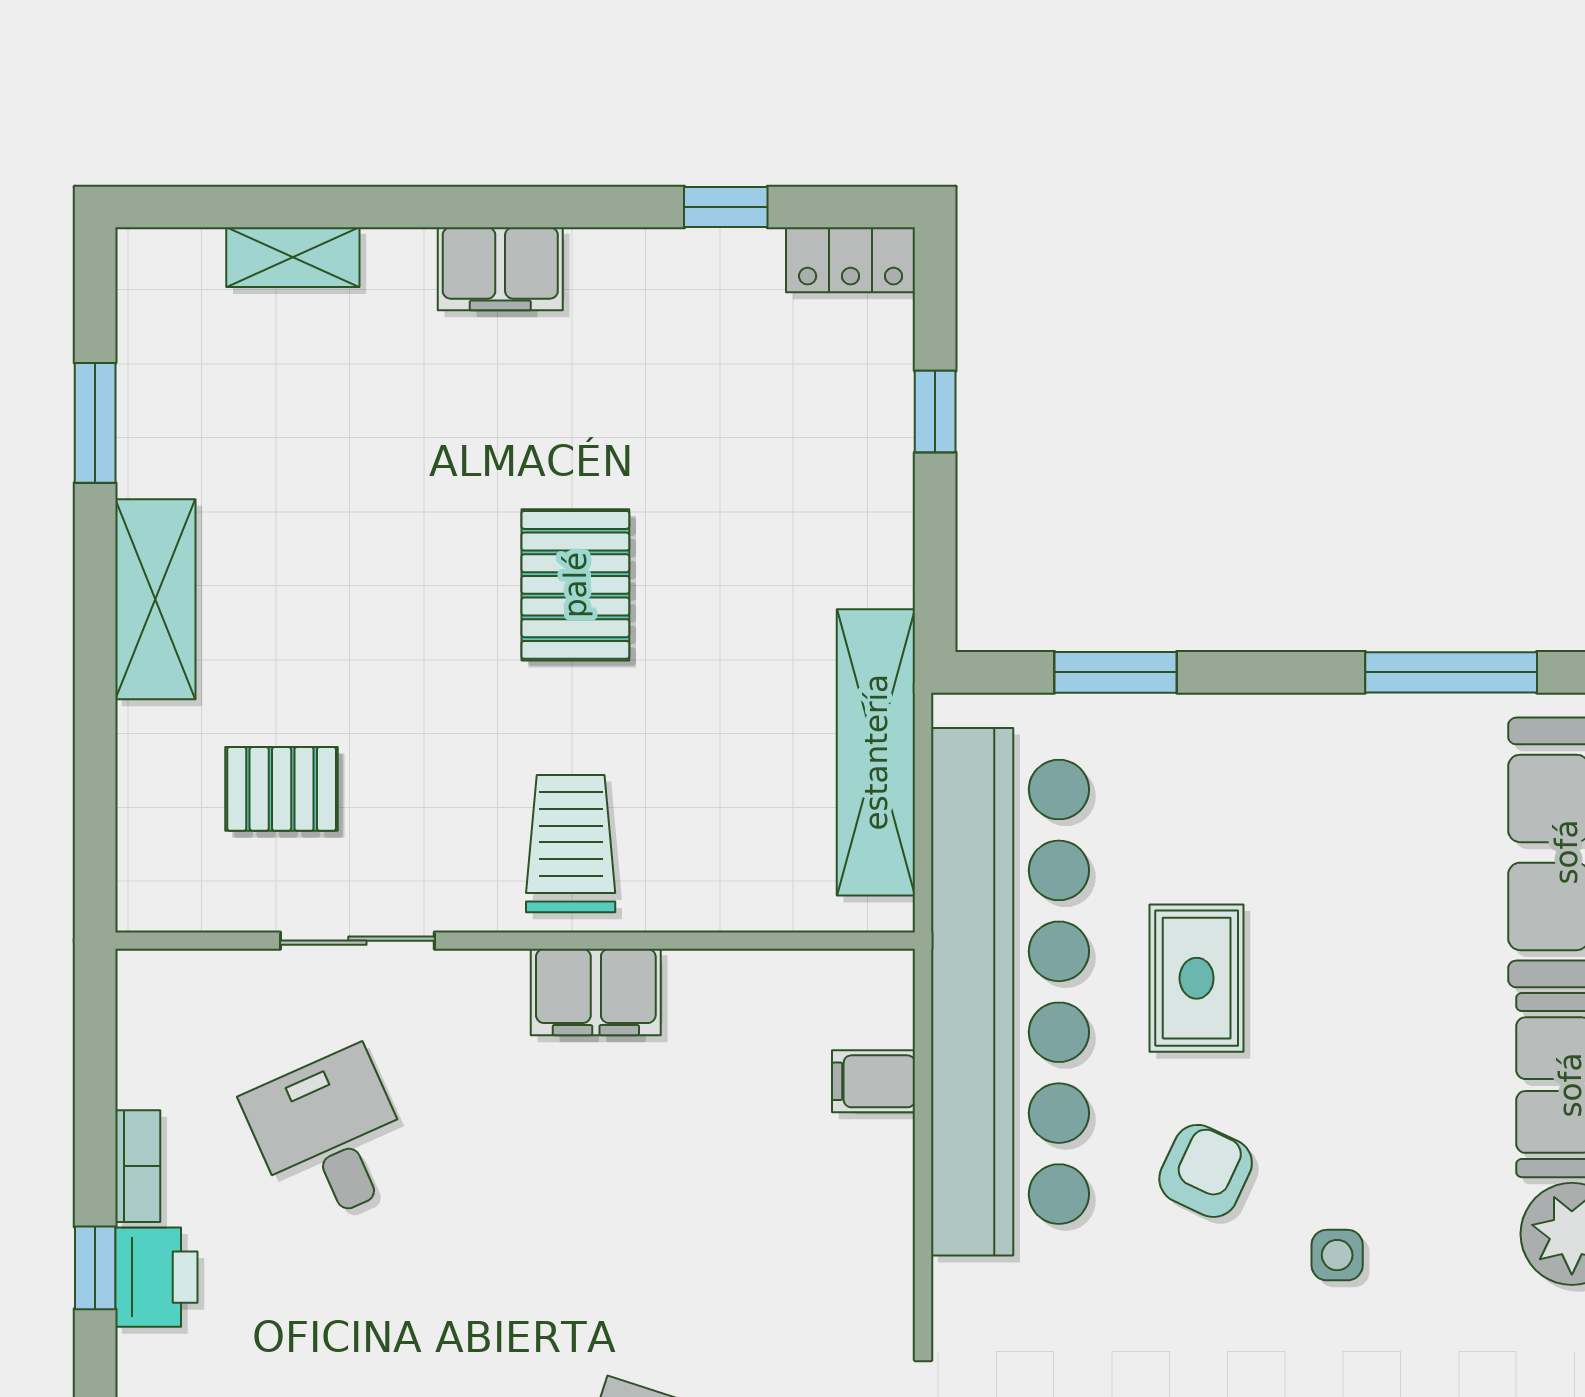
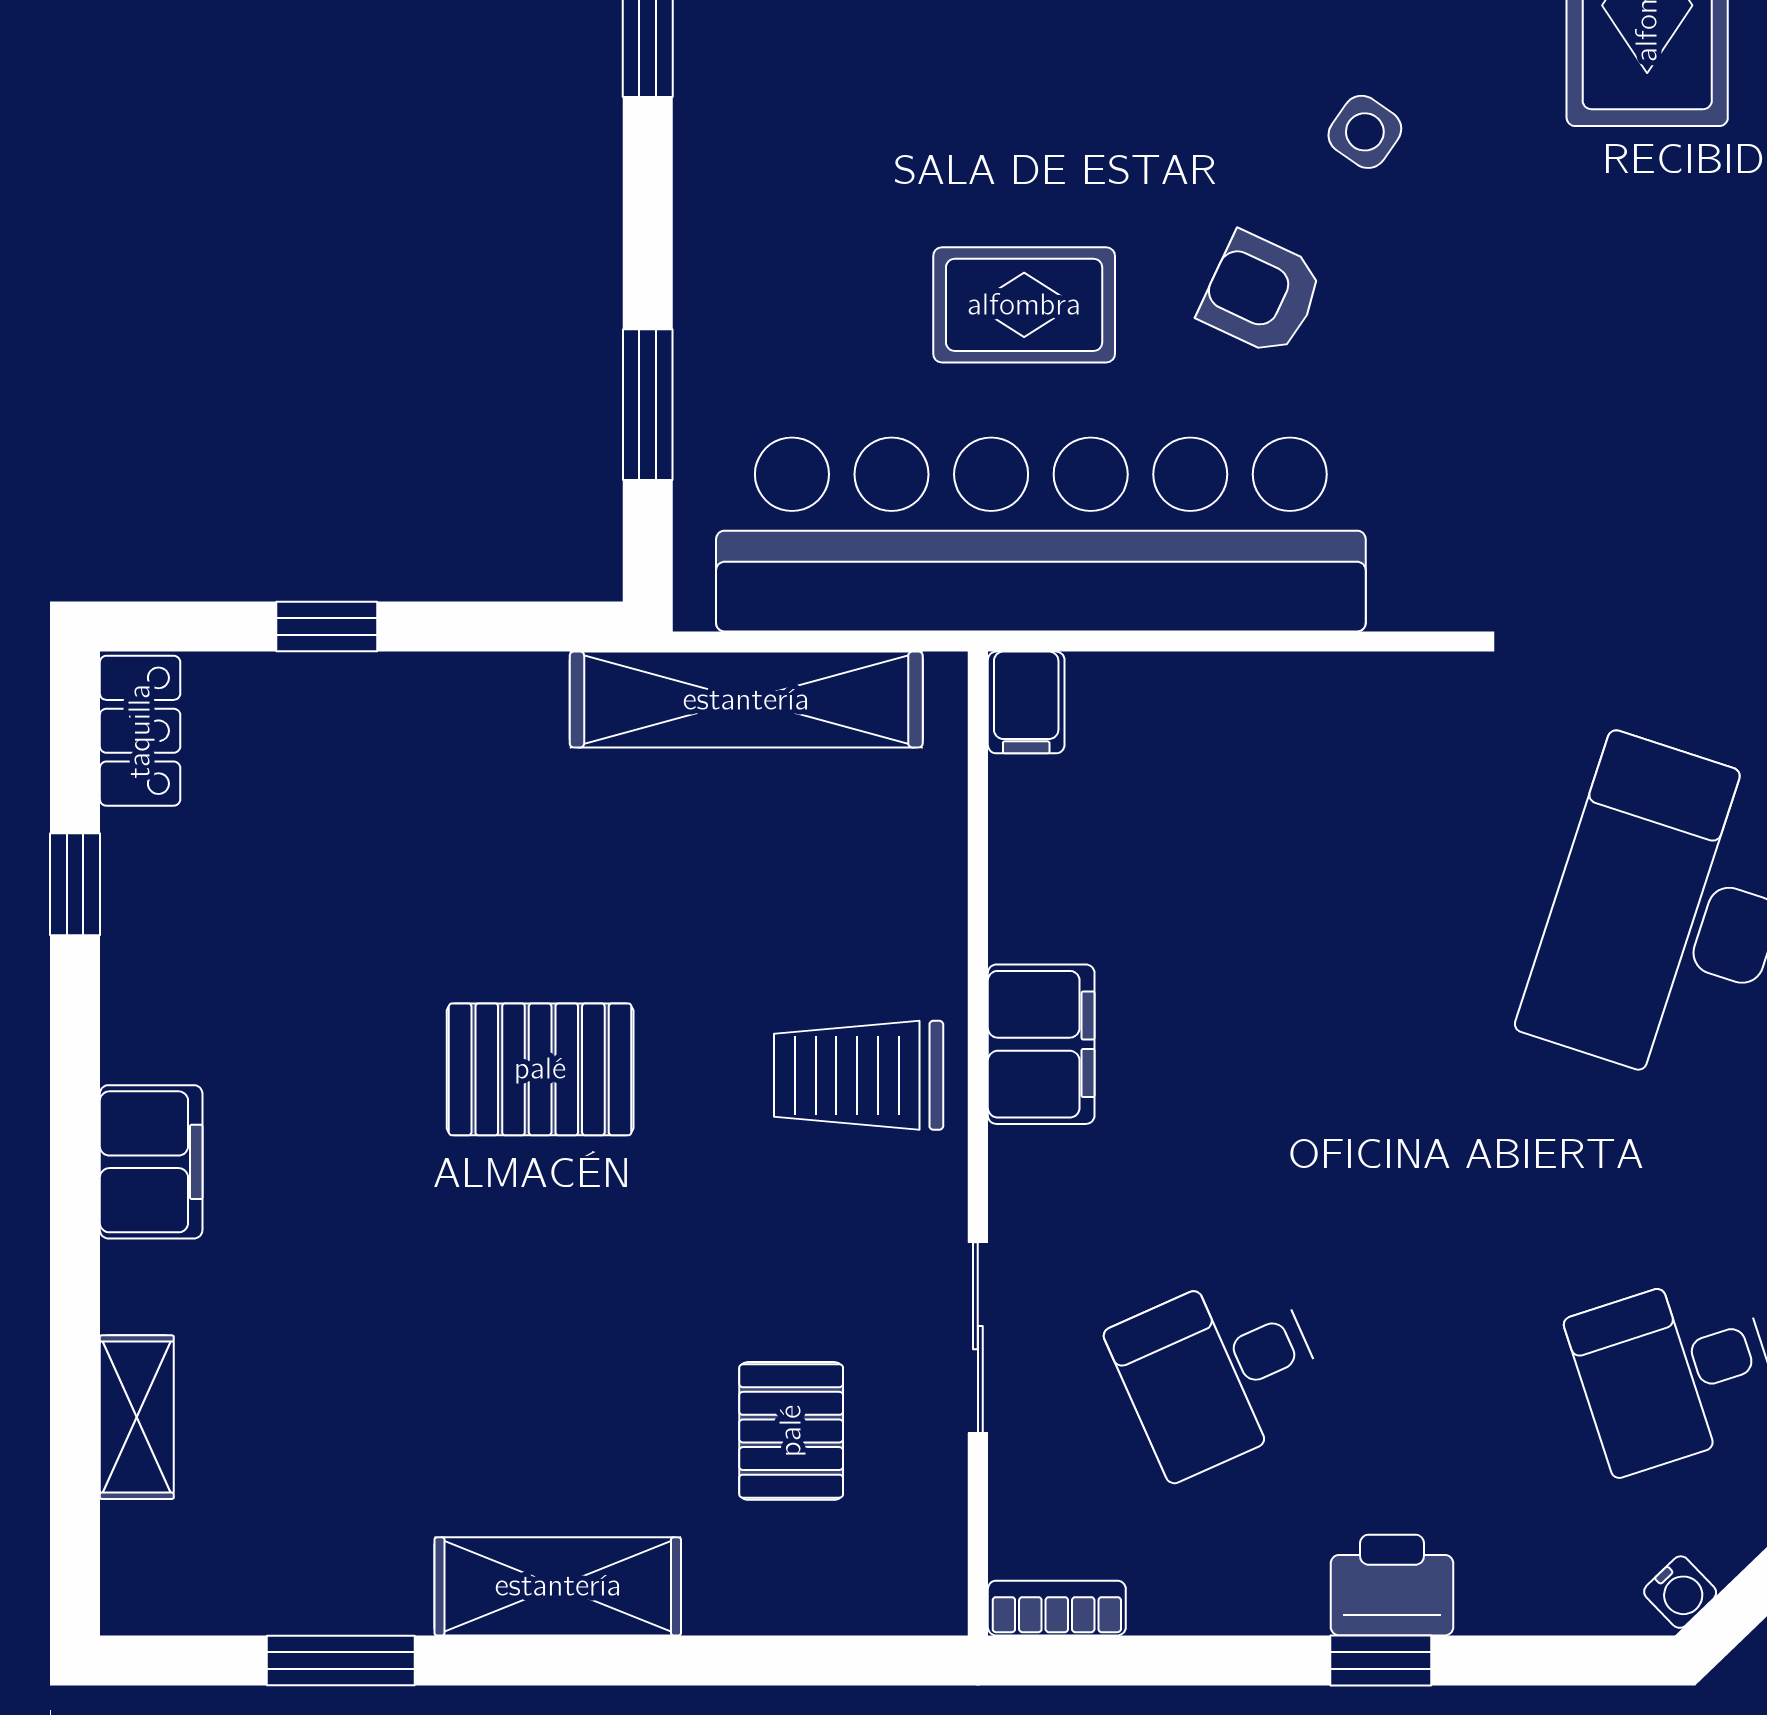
filing cabinet: (874, 1081) -> (1026, 702), moved
bookcase: (138, 1166) -> (1057, 1608), moved
side table: (1337, 1255) -> (1365, 132), turned 35

